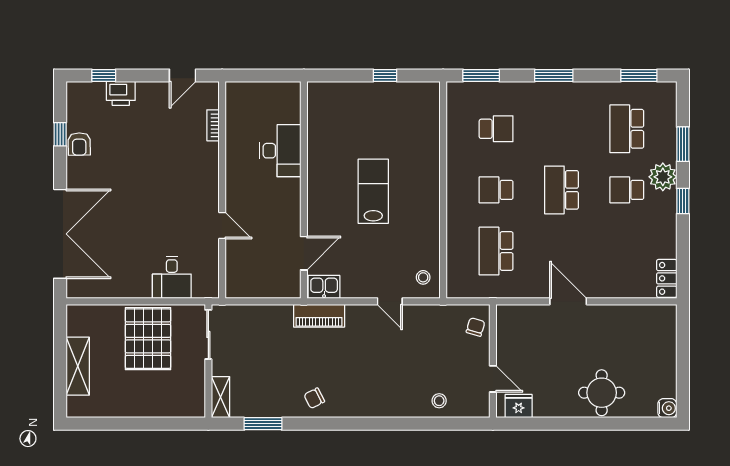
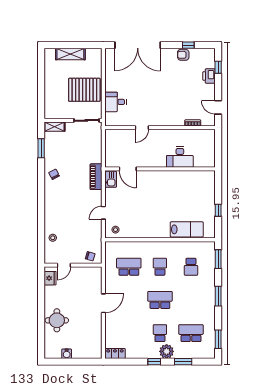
lab bench: (373, 191) -> (187, 229), moved
water cooler: (667, 408) -> (67, 354), moved

